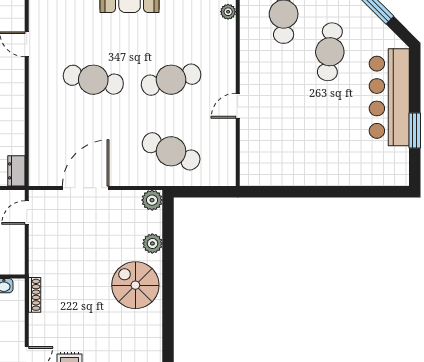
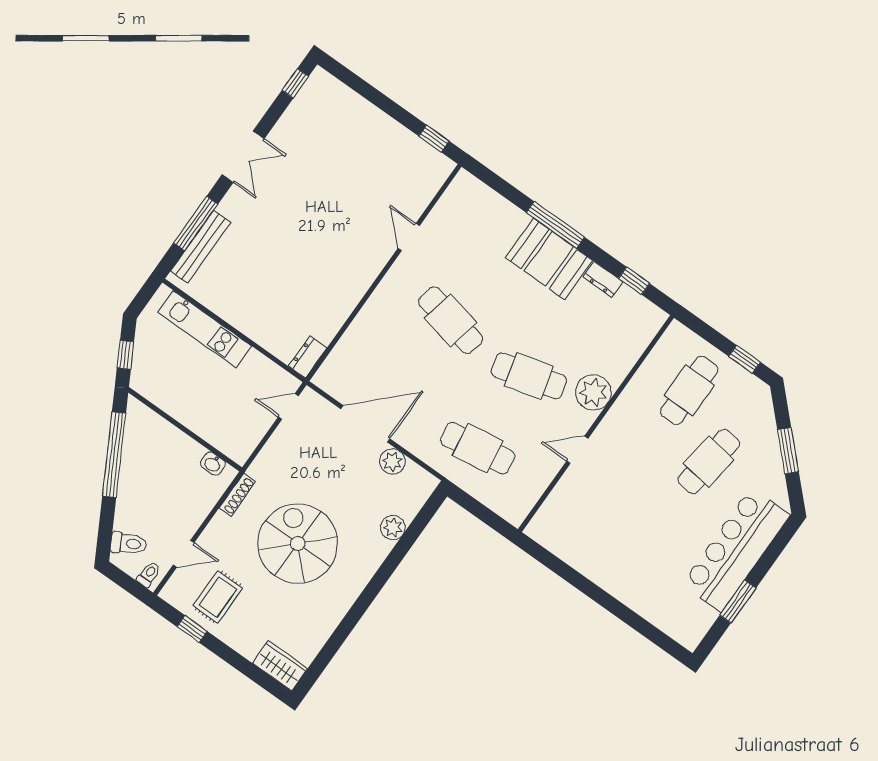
plant: (228, 12) -> (593, 392), moved, width x1.88, depth x1.88
cafe table: (171, 151) -> (478, 448), turned -33
plant: (152, 200) -> (392, 462), moved
spiral stairs: (135, 285) -> (298, 544), moved, width x1.37, depth x1.37

